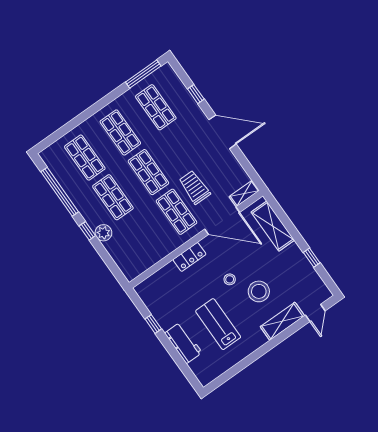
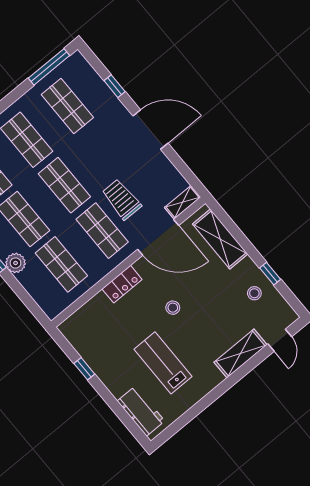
shop shelf: (141, 237) -> (61, 264), added
stool: (259, 291) -> (254, 293), moved, width x0.53, depth x0.53
workbench: (183, 343) -> (141, 411), moved

